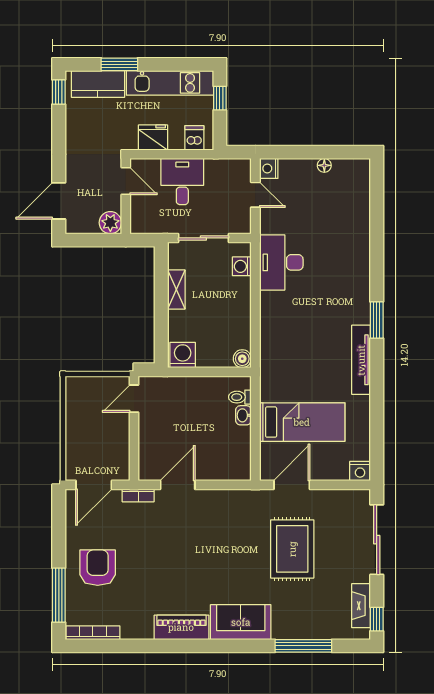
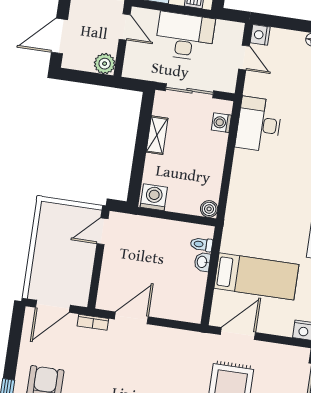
desk: (182, 182) -> (185, 36), width x1.37

